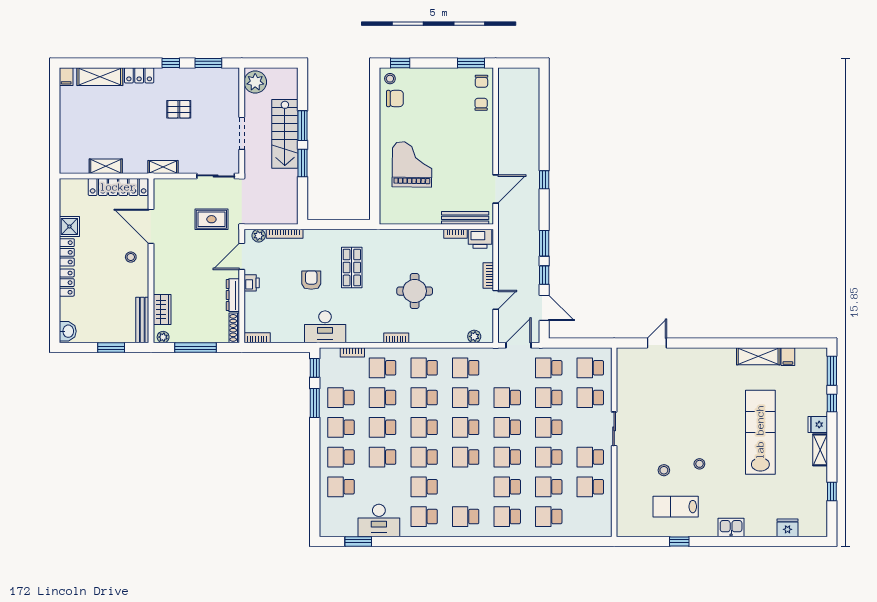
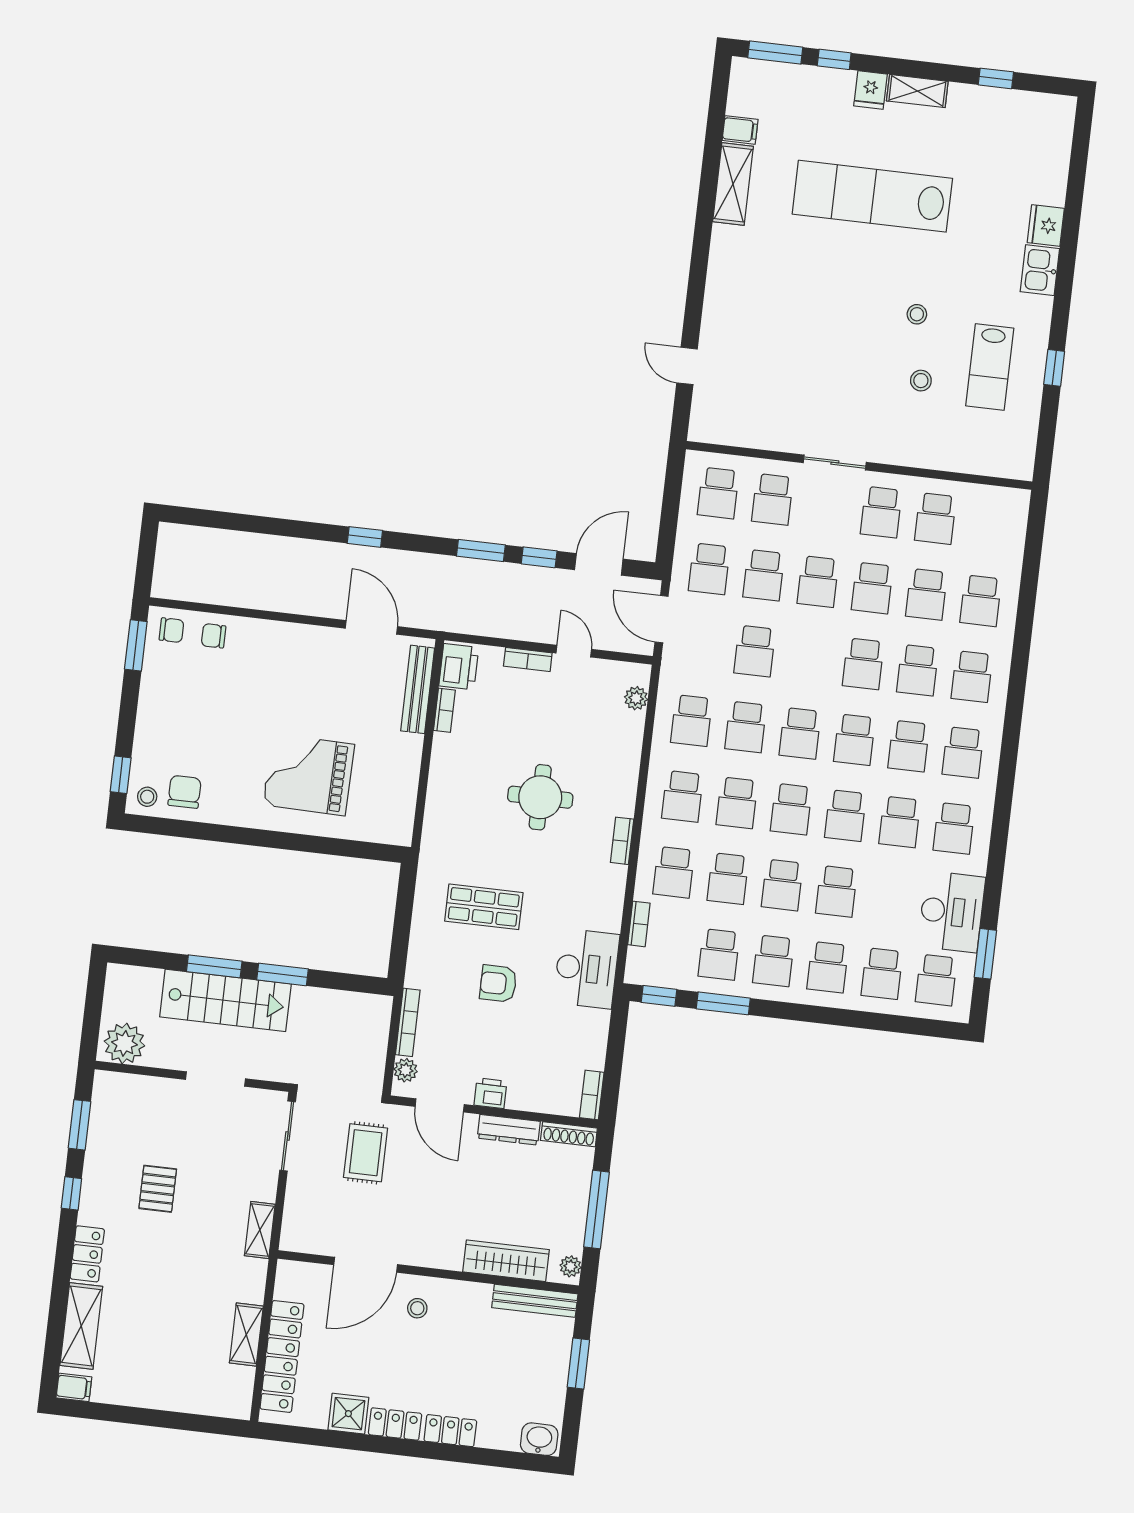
locker: (118, 187) -> (282, 1356), moved
wardrobe: (162, 309) -> (506, 1261), width x1.50
school desk: (507, 427) -> (909, 746), moved
school desk: (341, 517) -> (936, 980), added
fridge: (788, 528) -> (1046, 226), moved

